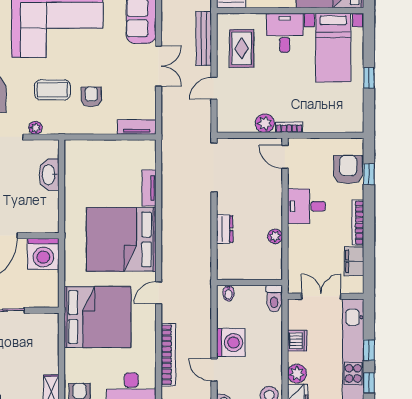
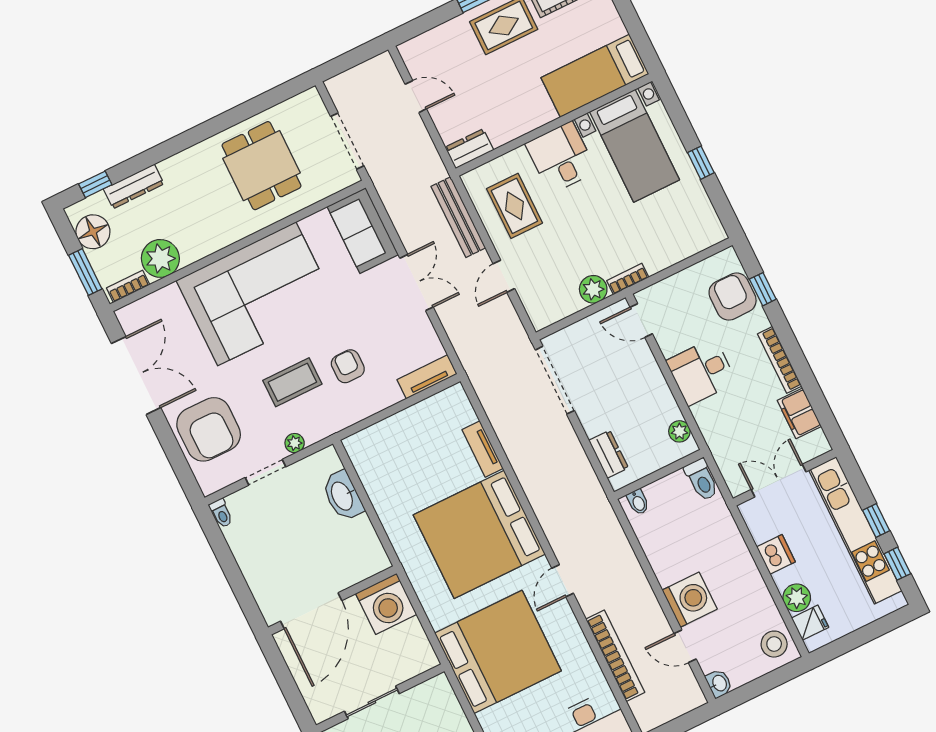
wall: (249, 282) -> (659, 474), moved
bidet: (228, 293) -> (638, 502), moved
toilet: (274, 299) -> (702, 480), moved

